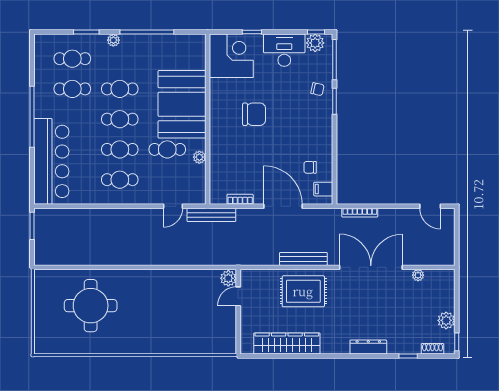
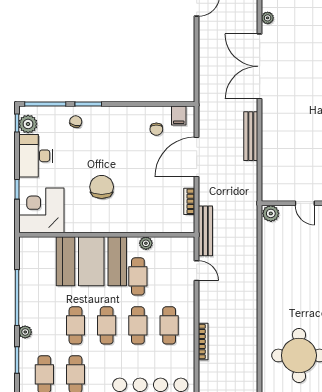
bookcase: (360, 213) -> (203, 342), moved
rug: (303, 291) -> (284, 136), removed
door: (238, 296) -> (305, 203), moved

